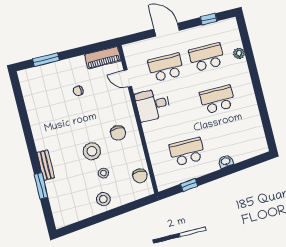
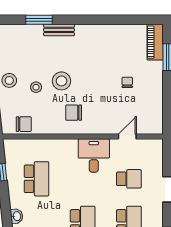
piano: (103, 58) -> (155, 42), moved
school desk: (166, 67) -> (129, 179), width x0.54
chair: (140, 176) -> (24, 124), turned 180

